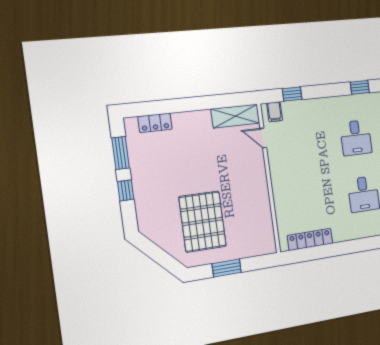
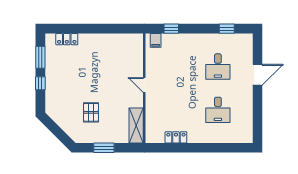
shelving: (235, 116) -> (136, 125), moved, turned 90
door: (263, 138) -> (144, 85), moved
pallet: (203, 222) -> (91, 112), width x0.49, depth x0.50
locker: (310, 239) -> (176, 137), width x0.66

